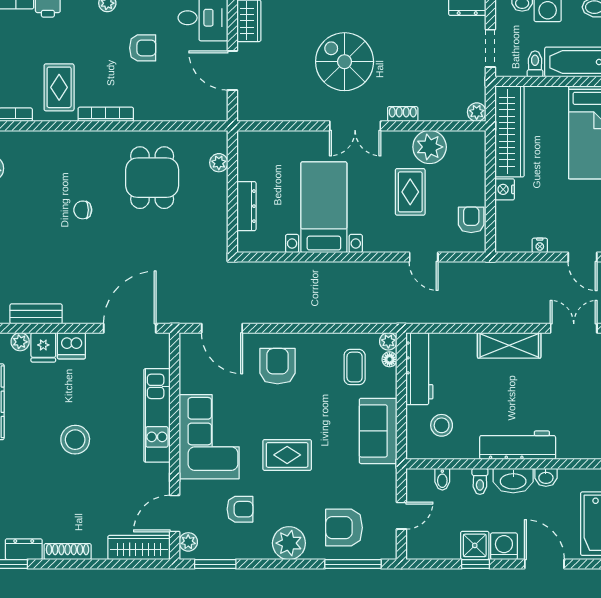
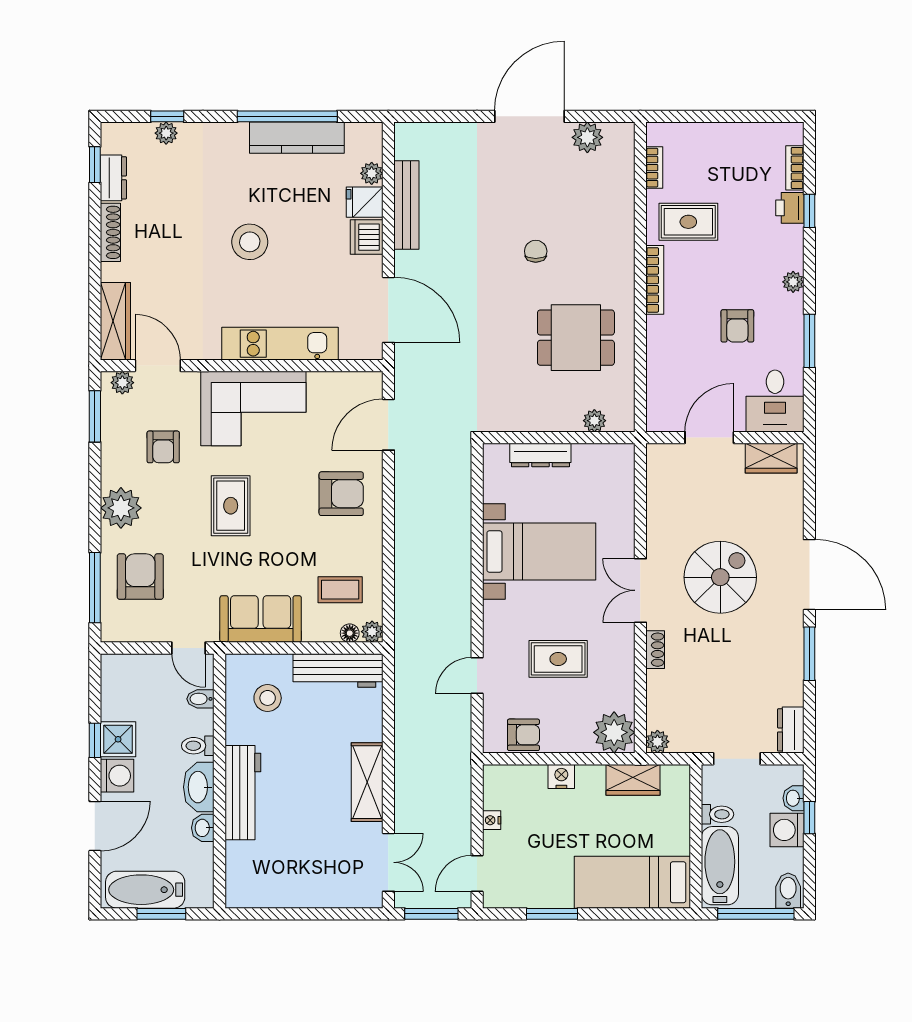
wardrobe: (510, 132) -> (633, 780), width x0.48, depth x0.85
plant: (430, 147) -> (614, 732), moved
bench: (36, 314) -> (406, 205), width x1.36
door: (401, 516) -> (189, 648), moved

